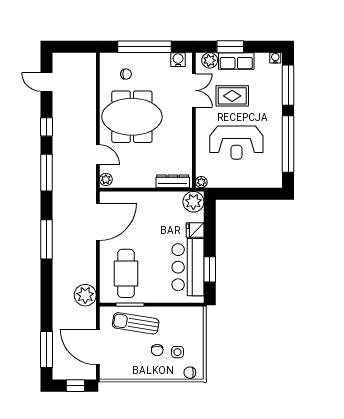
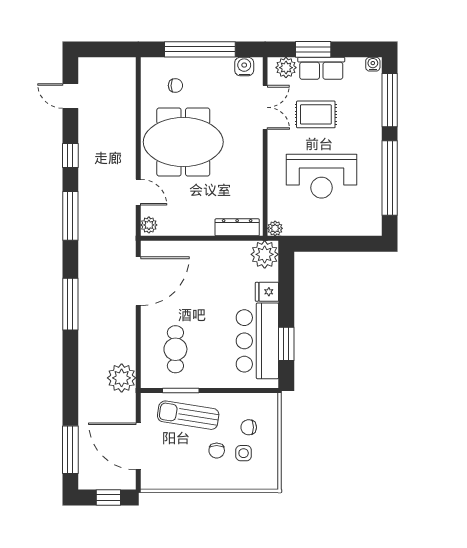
cafe table: (126, 273) -> (175, 349), width x0.73, depth x0.74
chair: (190, 373) -> (249, 427), moved

